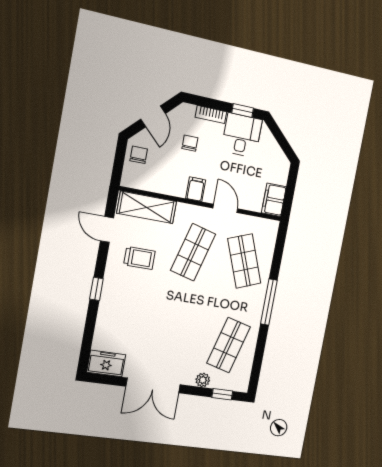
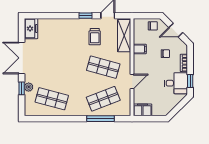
filing cabinet: (196, 189) -> (140, 49), moved
window: (96, 289) -> (86, 16), moved
window: (269, 302) -> (101, 119), moved
window: (222, 394) -> (22, 88), moved

